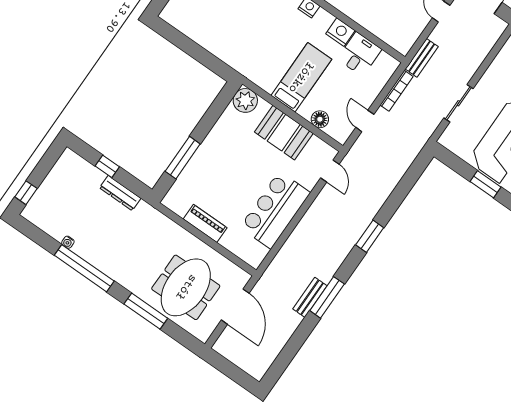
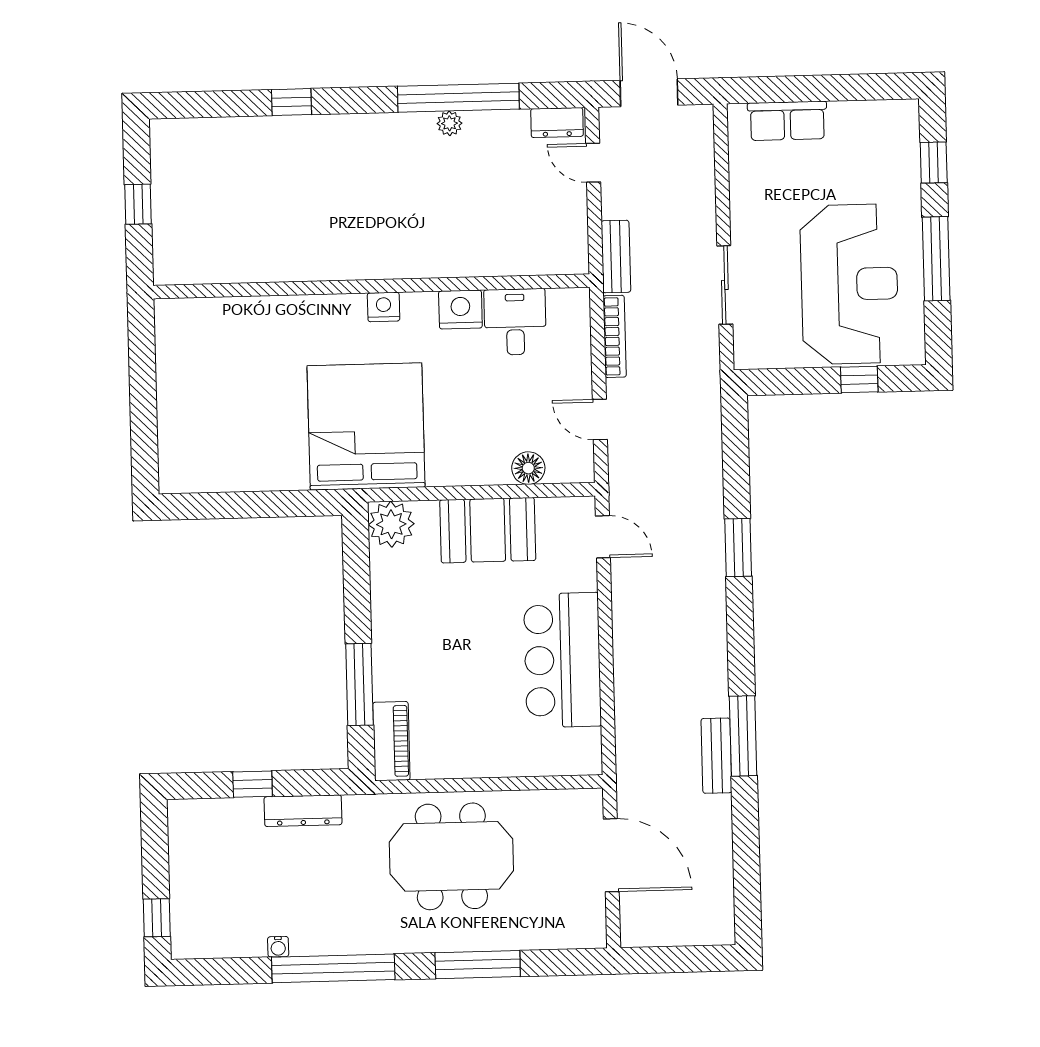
bed: (301, 77) -> (366, 427), moved, width x2.04
window: (485, 184) -> (859, 380), width x0.67
piano: (205, 223) -> (391, 741), moved, turned 90
window: (370, 236) -> (738, 548), moved
meeting table: (186, 287) -> (451, 856), moved, turned 90

